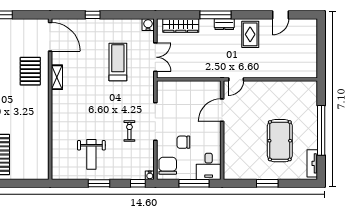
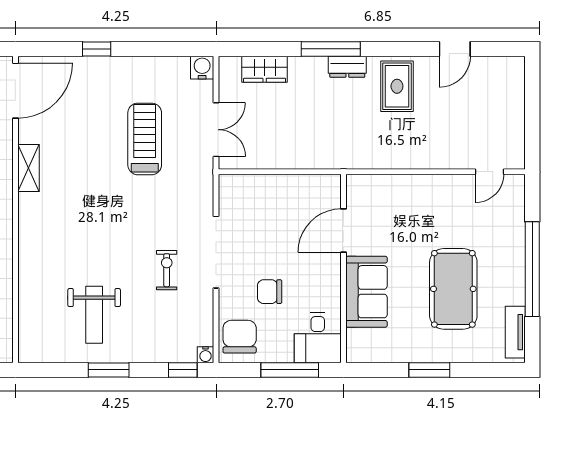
wardrobe: (181, 26) -> (265, 69), width x0.67
door: (50, 37) -> (15, 91), hinge flipped
door: (236, 79) -> (489, 172), moved
sofa: (234, 142) -> (366, 292), added

